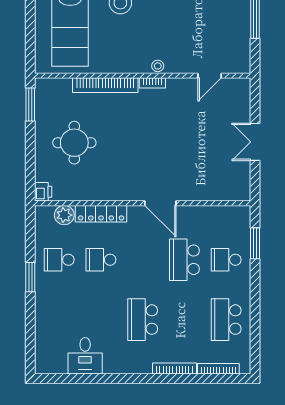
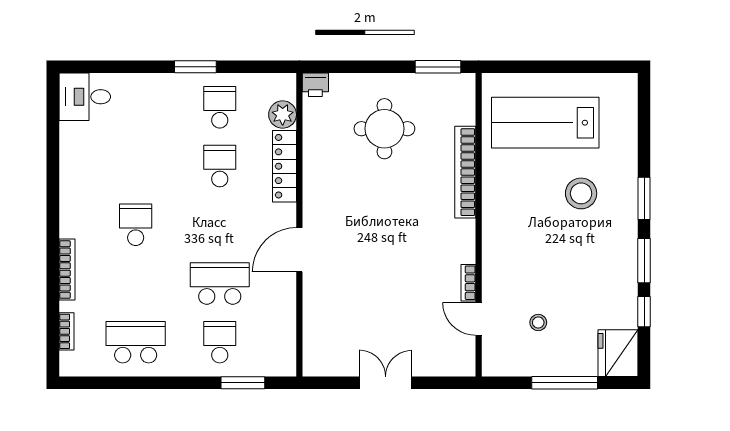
stool: (158, 66) -> (538, 322), moved
bookcase: (152, 83) -> (468, 283), moved
school desk: (143, 320) -> (136, 225), width x0.54
desk: (85, 356) -> (85, 97), moved
bookcase: (218, 369) -> (66, 331), width x0.64

